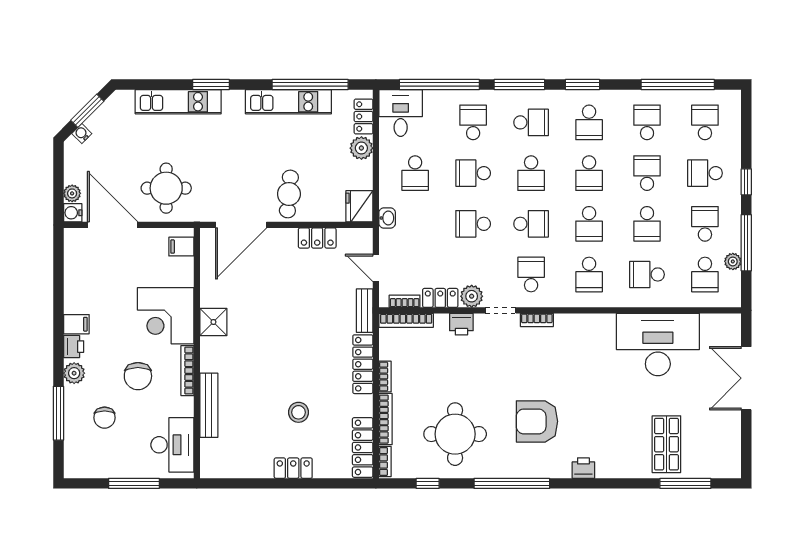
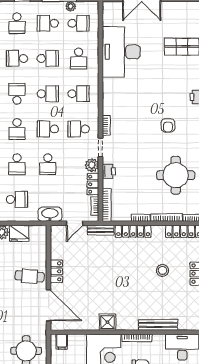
school desk: (531, 173) -> (17, 129), turned 90
school desk: (589, 173) -> (17, 94), turned -90
fridge: (359, 206) -> (19, 233), moved
washbasin: (387, 218) -> (50, 214), width x1.91, depth x1.45
school desk: (531, 224) -> (48, 129), turned -90
locker: (317, 238) -> (56, 271), moved
armchair: (537, 421) -> (168, 125), width x0.53, depth x0.53

